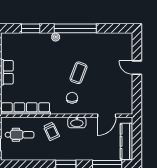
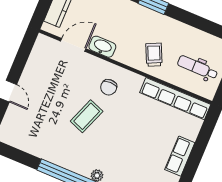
washbasin: (77, 122) -> (102, 47), moved

